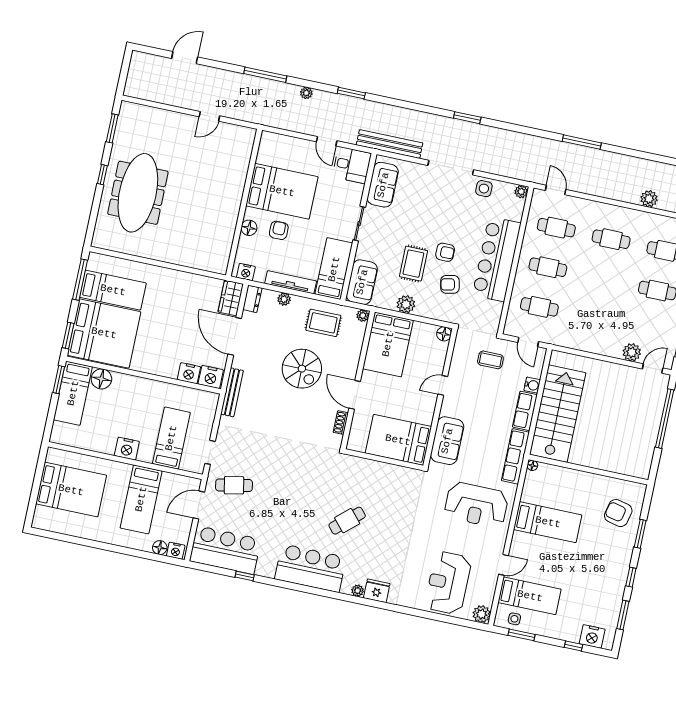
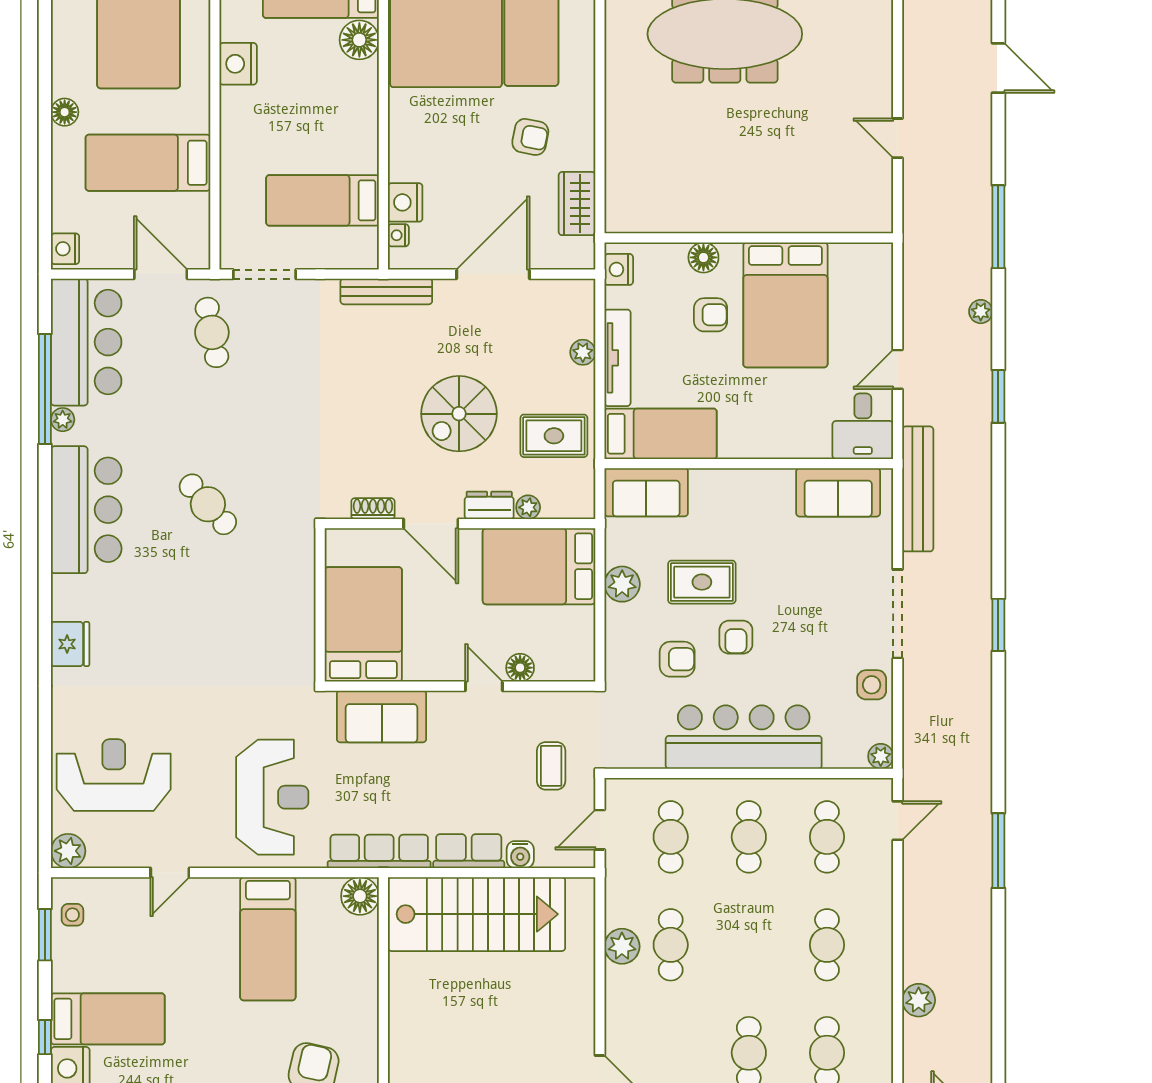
sliding door: (359, 224) -> (756, 464), removed
armchair: (450, 284) -> (677, 659), turned 102
wardrobe: (231, 298) -> (577, 204), moved, turned -90
dresser: (252, 299) -> (489, 505), moved, turned 180
armchair: (169, 303) -> (530, 137), added
plant: (363, 316) -> (528, 507), moved
cafe table: (594, 319) -> (671, 945), added
rug: (323, 323) -> (554, 436), turned 90
floor lamp: (444, 334) -> (520, 668), moved
plant: (632, 352) -> (622, 946), moved
nightstand: (211, 377) -> (398, 235), width x0.53, depth x0.56
door: (355, 395) -> (431, 524), swing flipped
bed: (171, 438) -> (322, 200), moved, turned 180
nightstand: (127, 449) -> (238, 64), moved
doorway: (210, 452) -> (264, 274), width x1.38
floor lamp: (532, 465) -> (360, 896), width x1.89, depth x1.89
reception desk: (476, 505) -> (272, 797), turned 180
cafe table: (347, 521) -> (208, 504), moved
floor lamp: (160, 548) -> (65, 112), moved
door: (504, 565) -> (170, 873), hinge flipped
window: (245, 576) -> (45, 389), width x3.17
plant: (358, 591) -> (63, 420), moved
bed: (530, 596) -> (108, 1019), moved, turned -90

